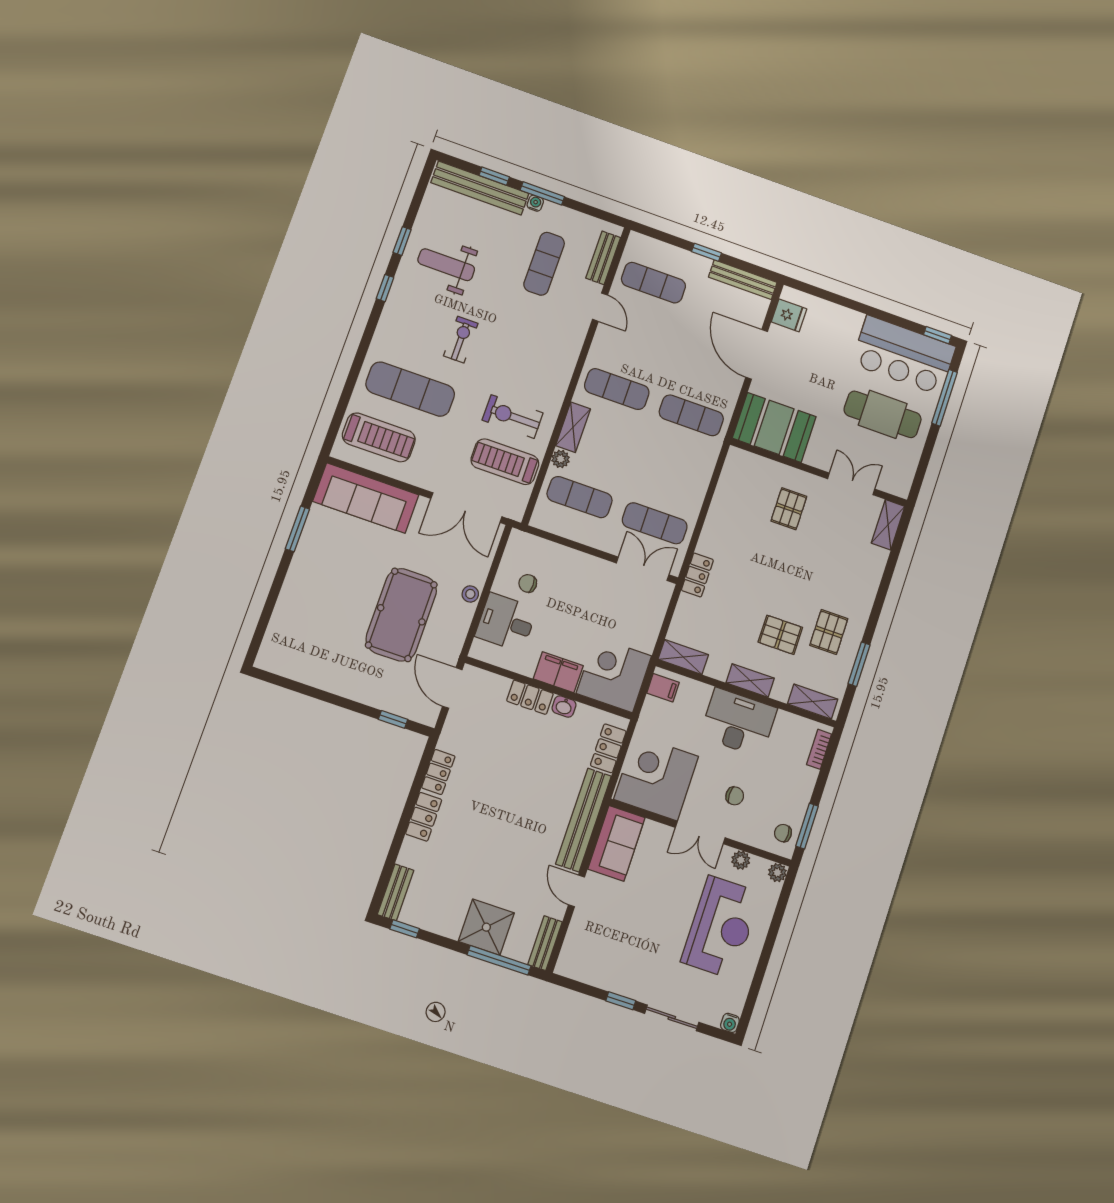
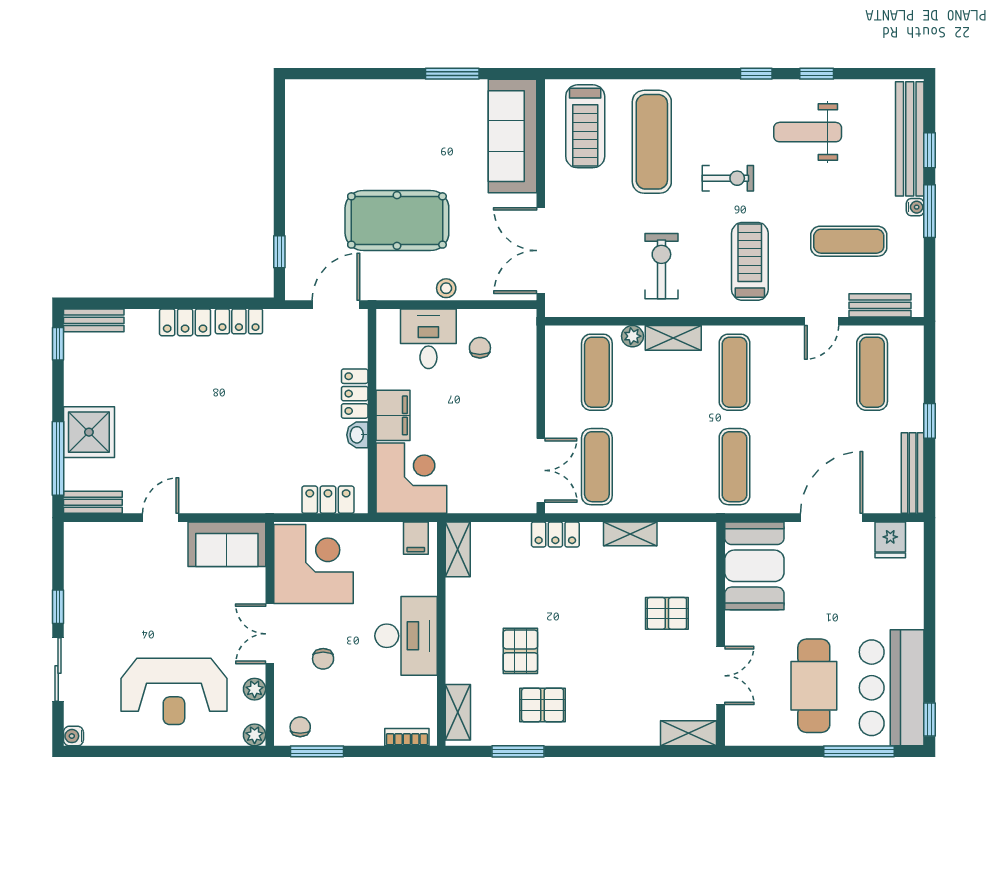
weight bench: (446, 265) -> (808, 132), turned -90
treadmill: (505, 462) -> (750, 261), moved
shelving: (750, 680) -> (630, 534), moved, turned 90
bench: (583, 820) -> (240, 499), removed

